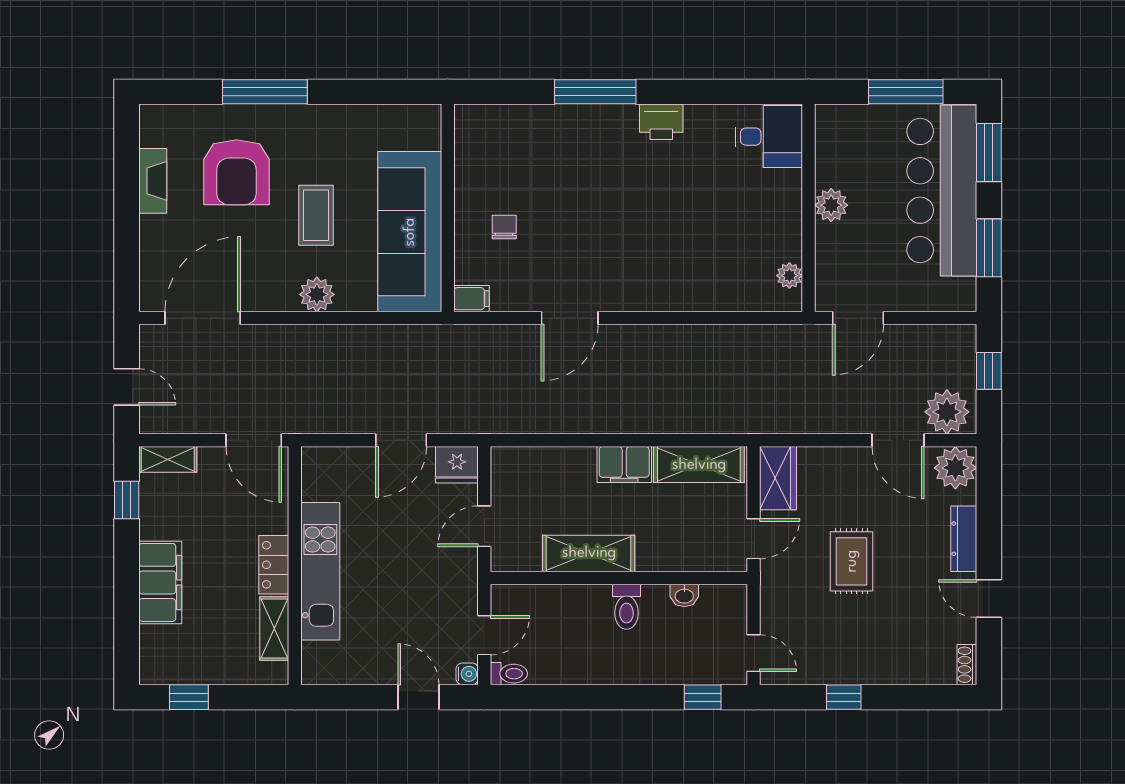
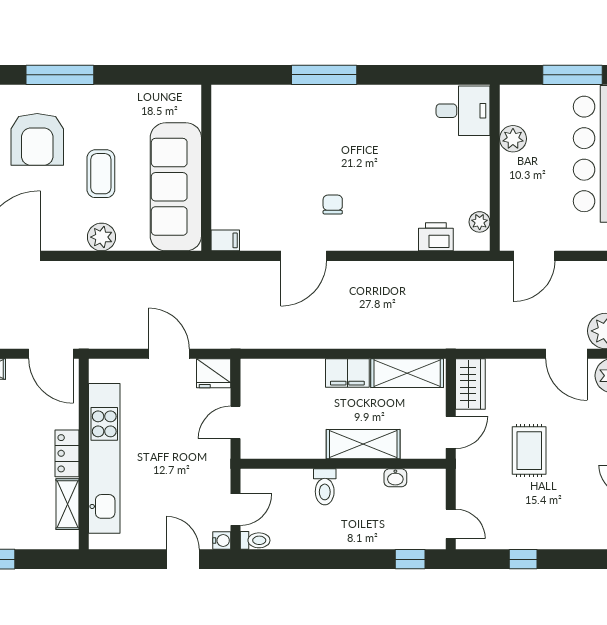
printer: (661, 122) -> (436, 237), moved, turned 180
plant: (831, 205) -> (513, 139), moved
chair: (504, 227) -> (333, 205), moved
door: (401, 440) -> (169, 354), swing flipped
shelving: (589, 553) -> (363, 444), moved
kitchen unit: (320, 571) -> (104, 458), width x1.36
toilet: (626, 607) -> (325, 487), moved

